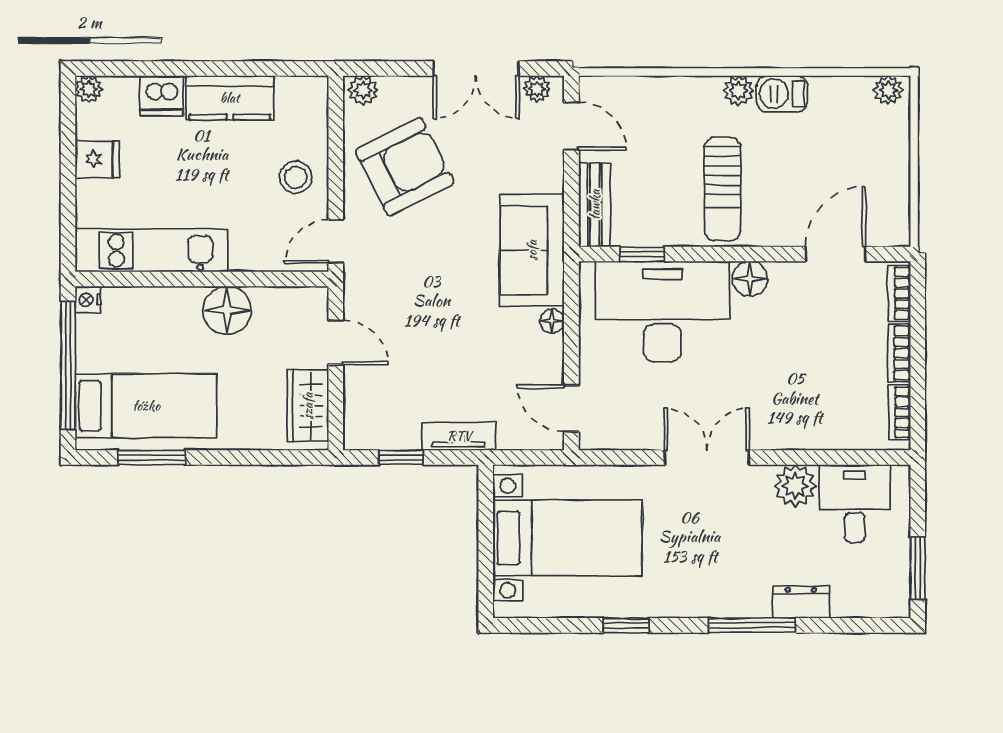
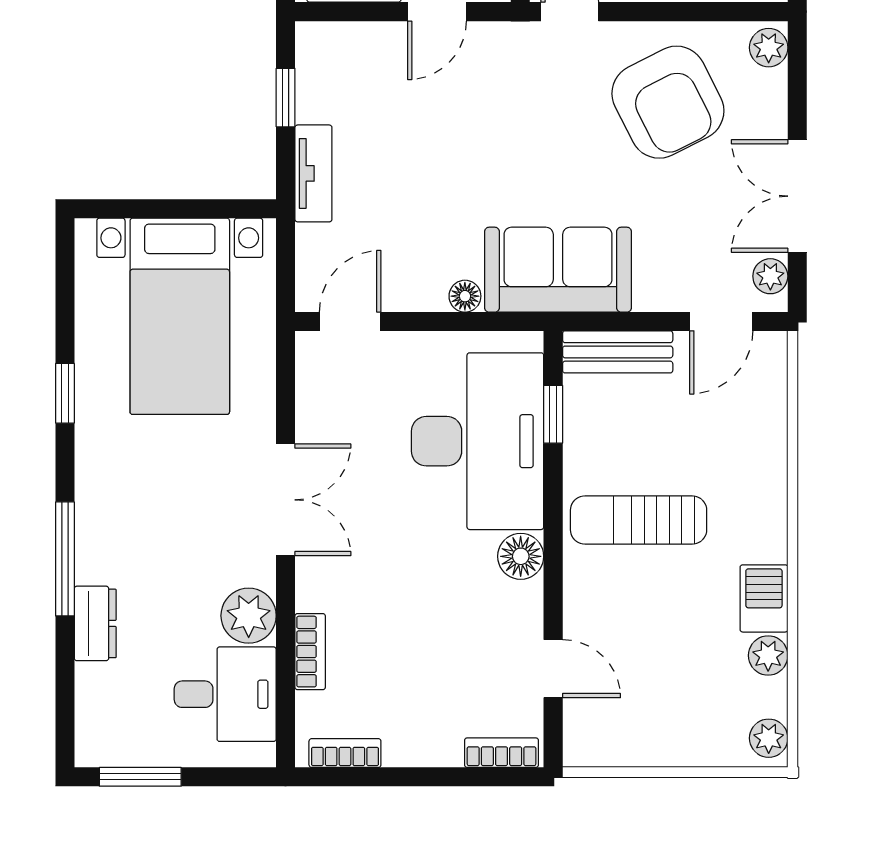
plant: (739, 91) -> (768, 655), moved
door: (835, 254) -> (553, 669), width x0.73
bookcase: (899, 353) -> (310, 652), moved, turned 90

